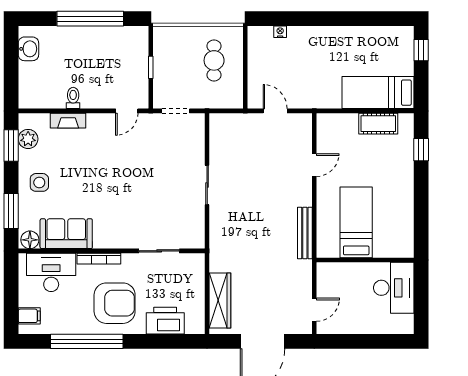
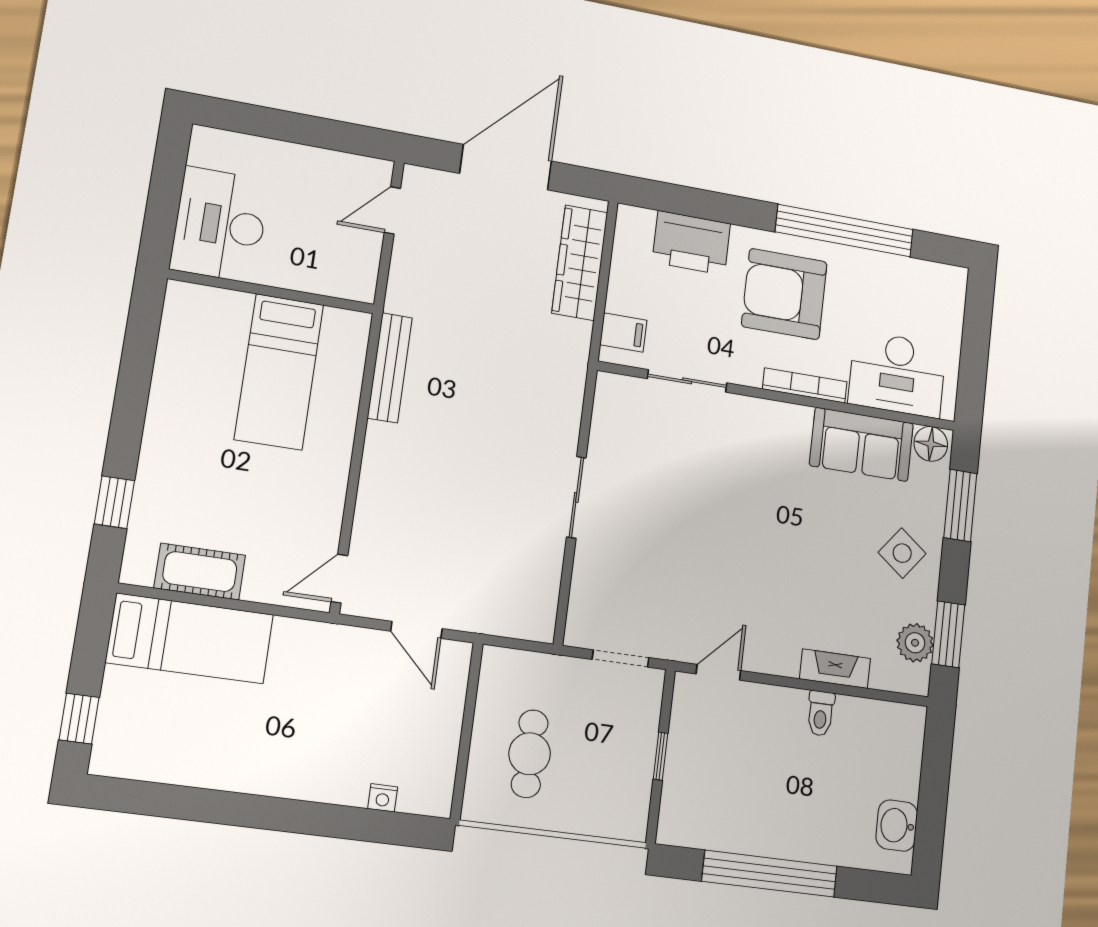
door: (314, 165) -> (339, 579), moved
side table: (39, 182) -> (902, 553), turned 38
filing cabinet: (29, 316) -> (623, 333), moved, turned 180

